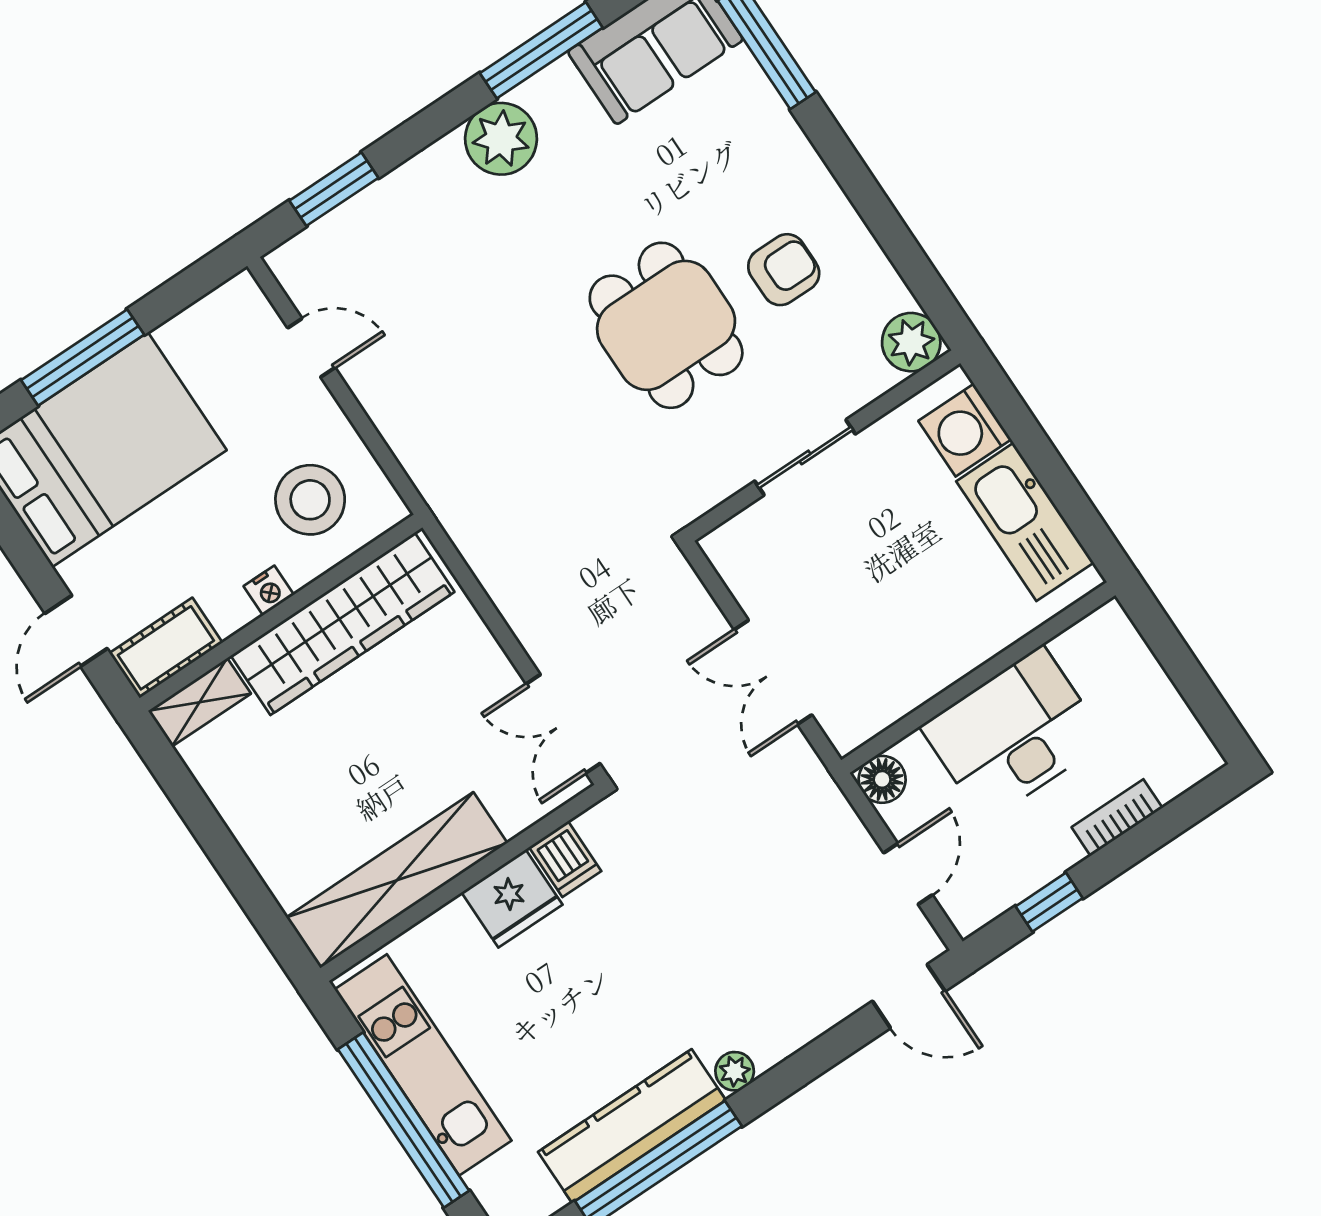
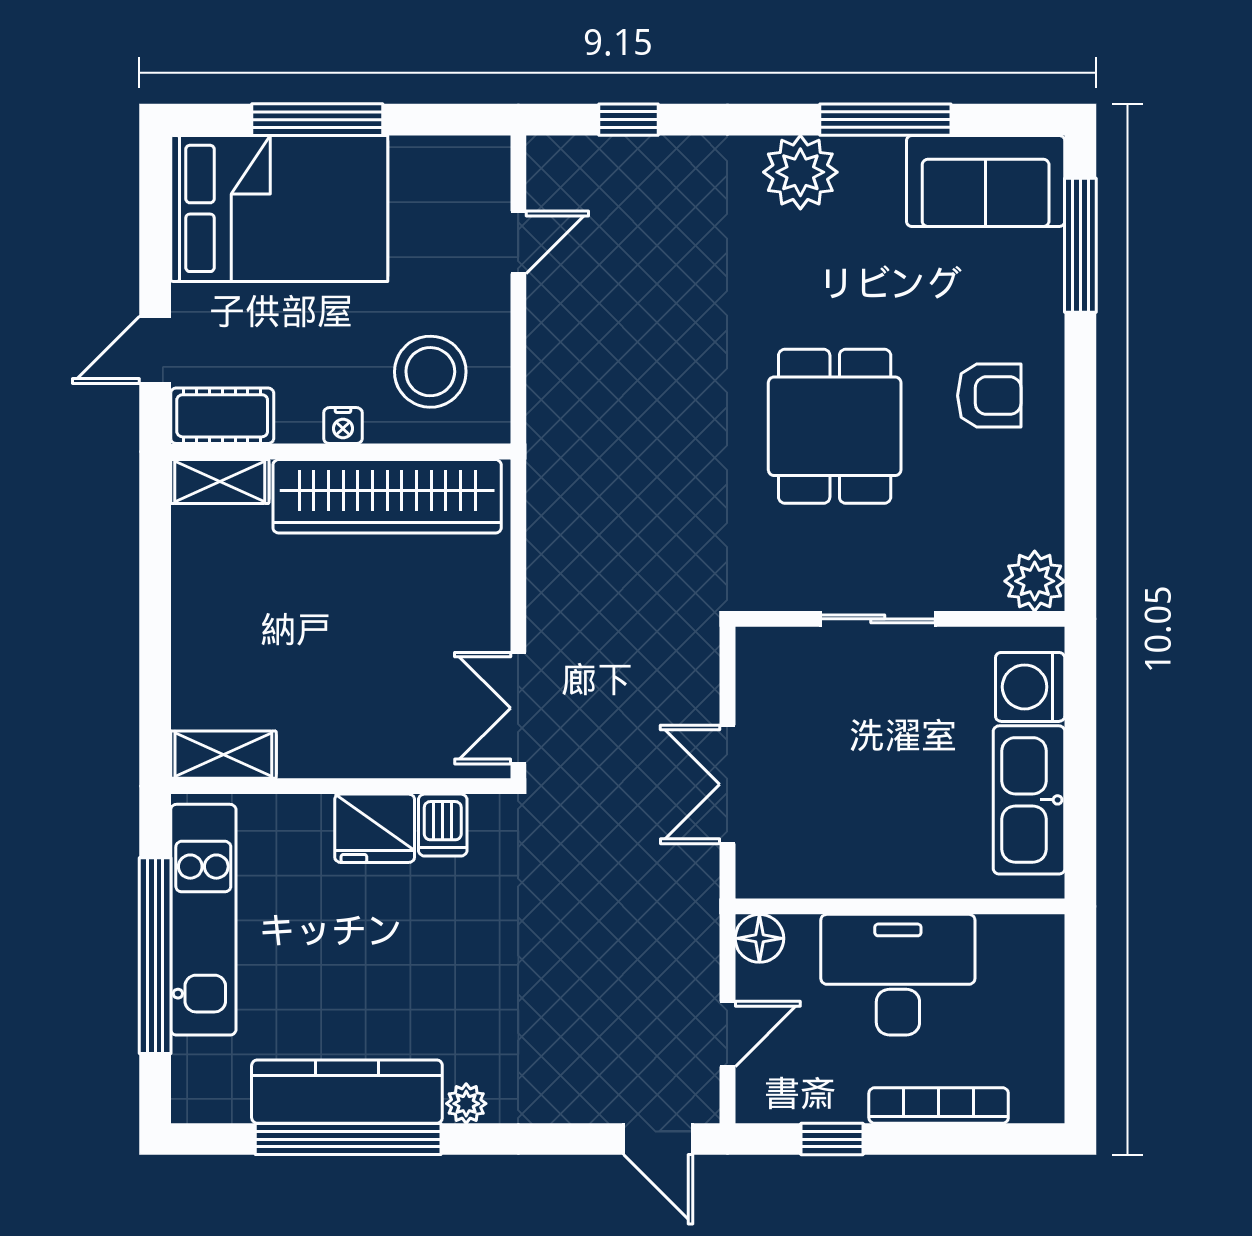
window: (334, 189) -> (629, 120), width x0.67
armchair: (784, 270) -> (989, 396), moved
door: (311, 348) -> (518, 242), hinge flipped
bookcase: (1117, 818) -> (939, 1105), width x1.56
shelving: (397, 880) -> (223, 755), width x0.45, depth x0.75

